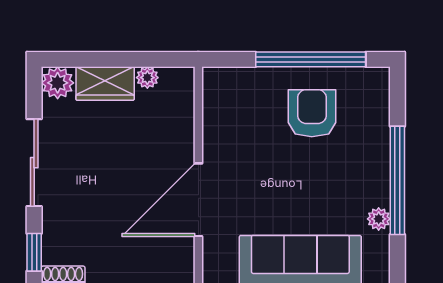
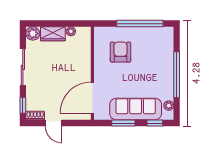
armchair: (312, 113) -> (120, 52), moved
door: (198, 200) -> (92, 98), moved
plant: (379, 219) -> (169, 106), moved

